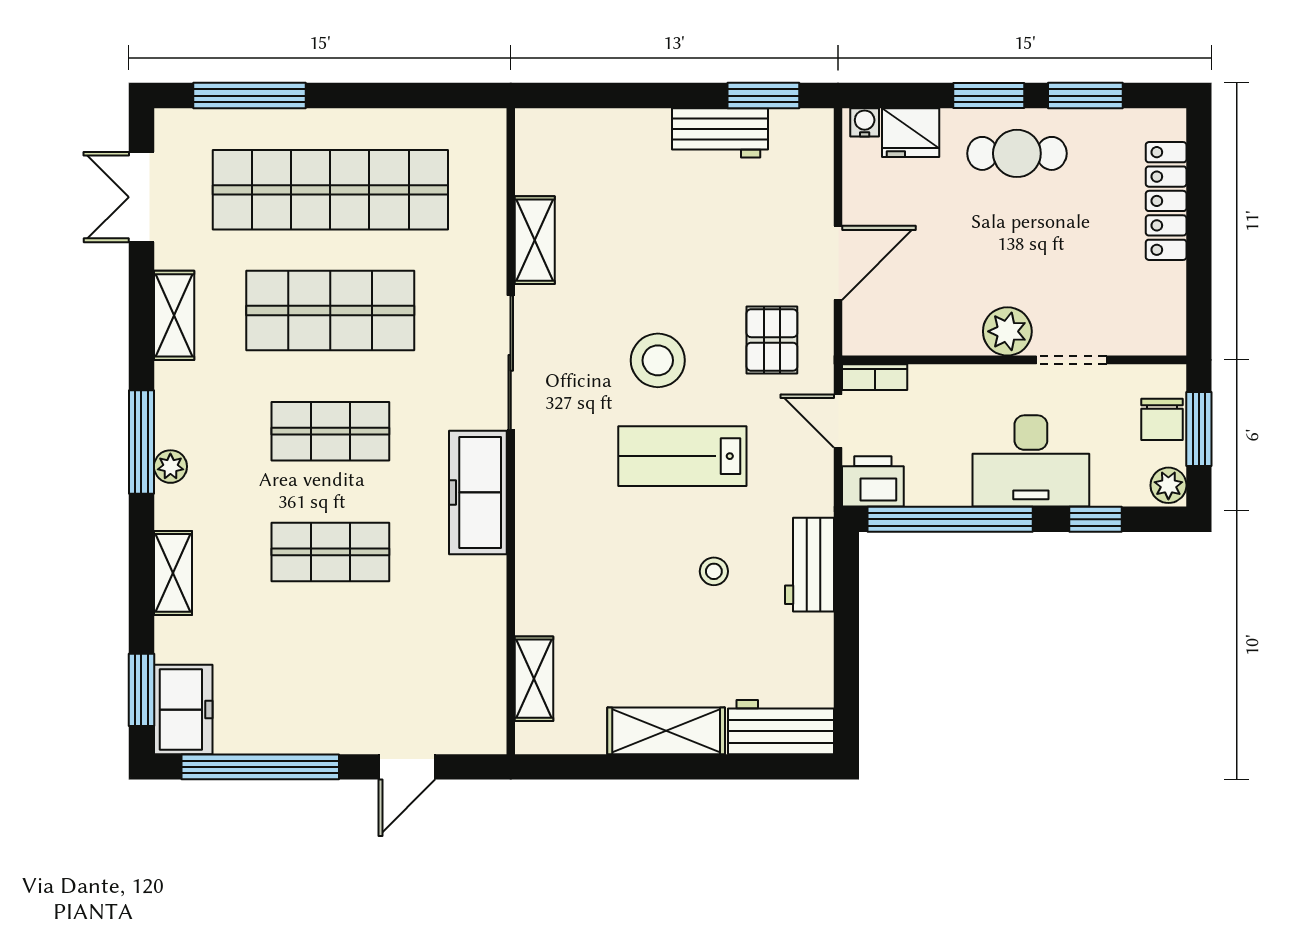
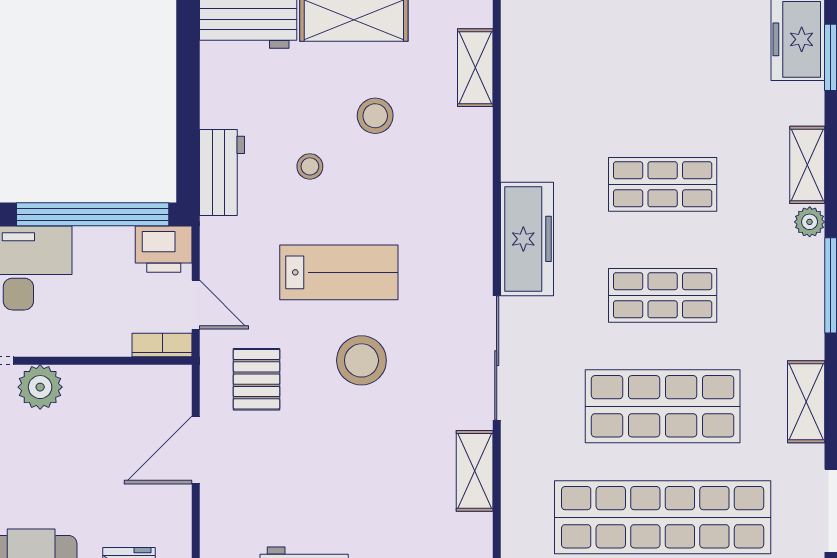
plant: (170, 467) -> (810, 222), moved
stool: (643, 626) -> (375, 116), added

